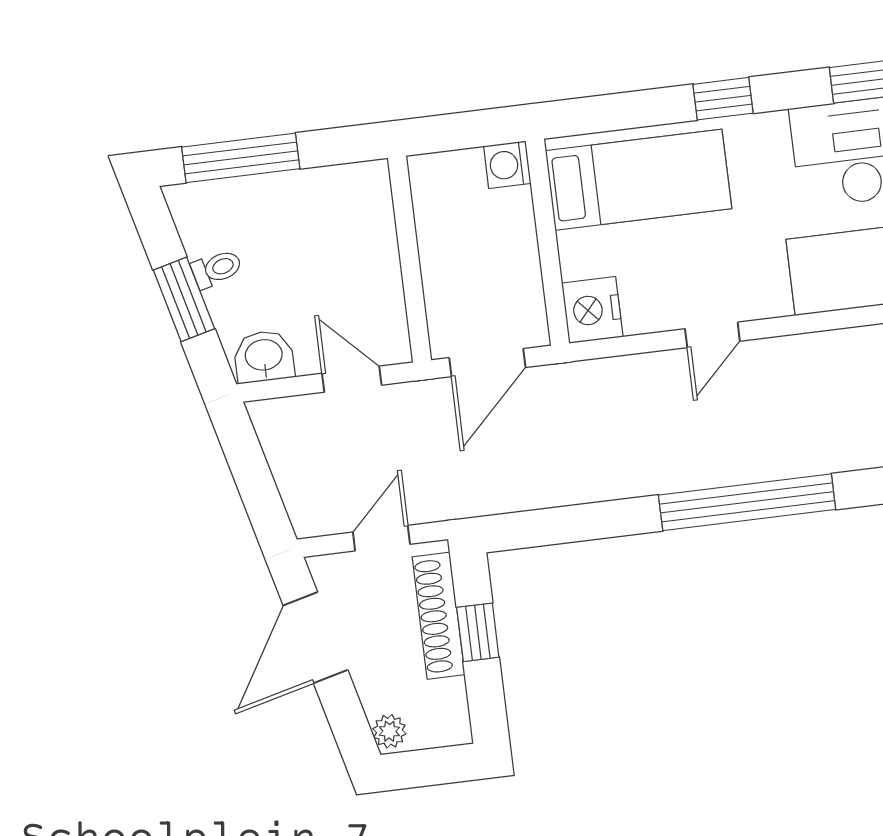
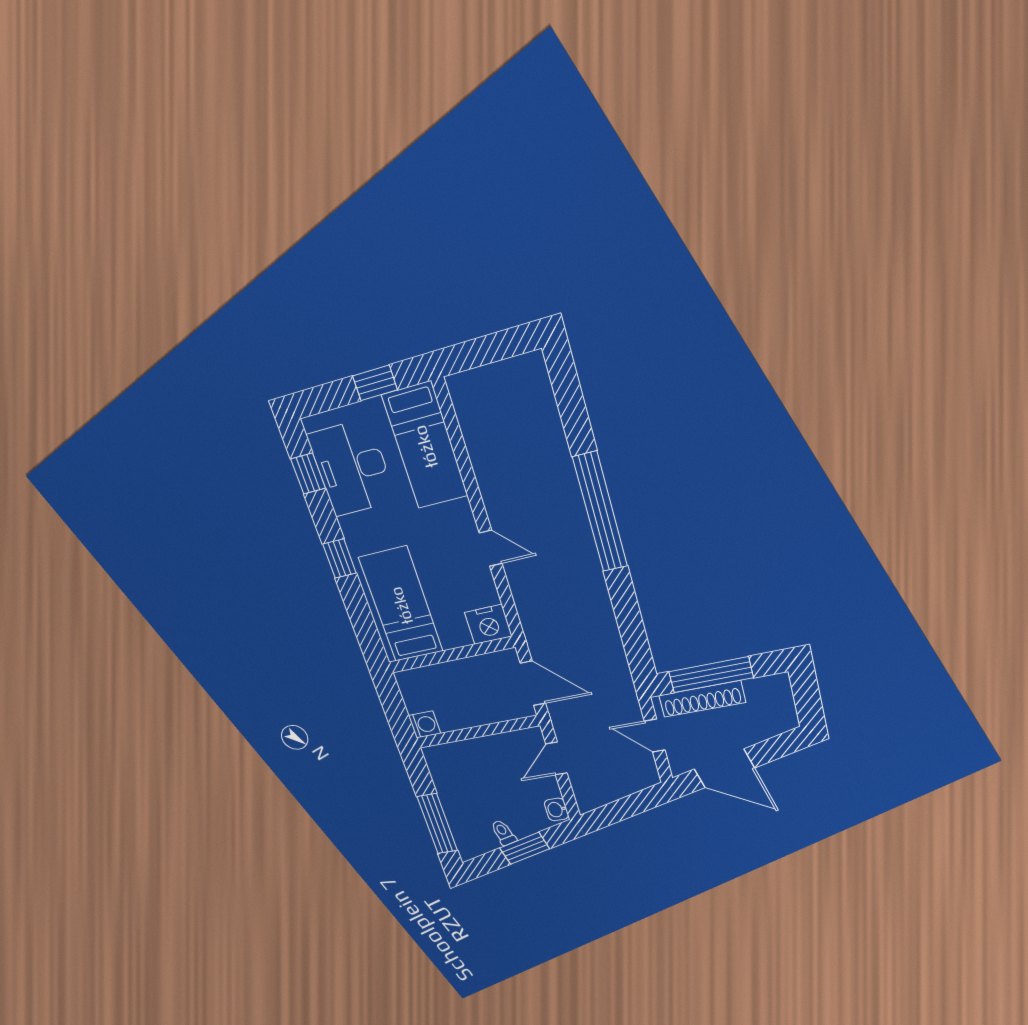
washing machine: (507, 165) -> (424, 724), moved, turned -90
washbasin: (264, 356) -> (556, 809), width x0.72, depth x0.69
window: (478, 632) -> (711, 675), width x2.17
plant: (389, 731) -> (783, 722), removed

